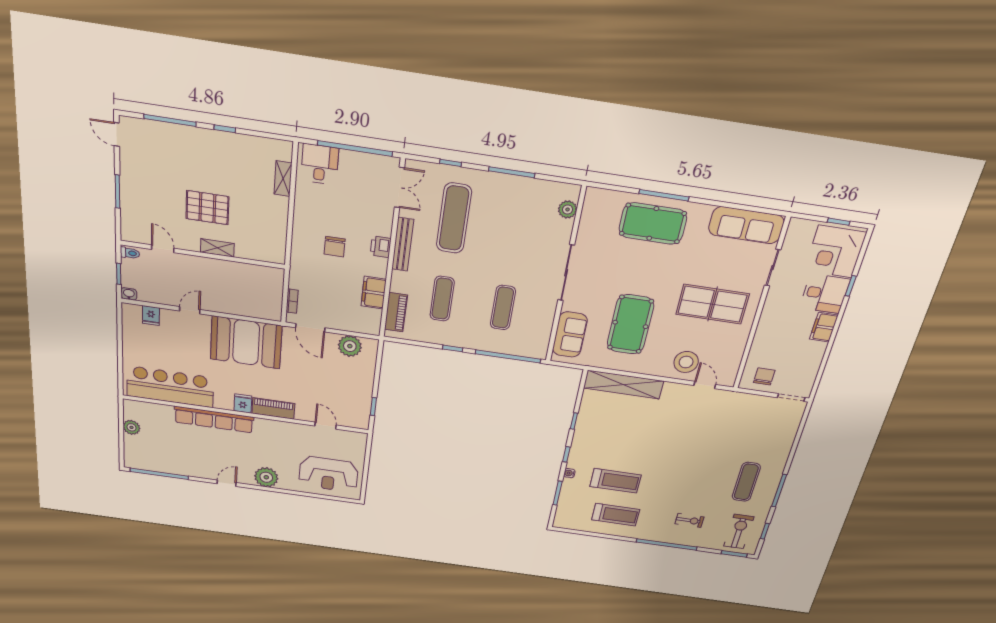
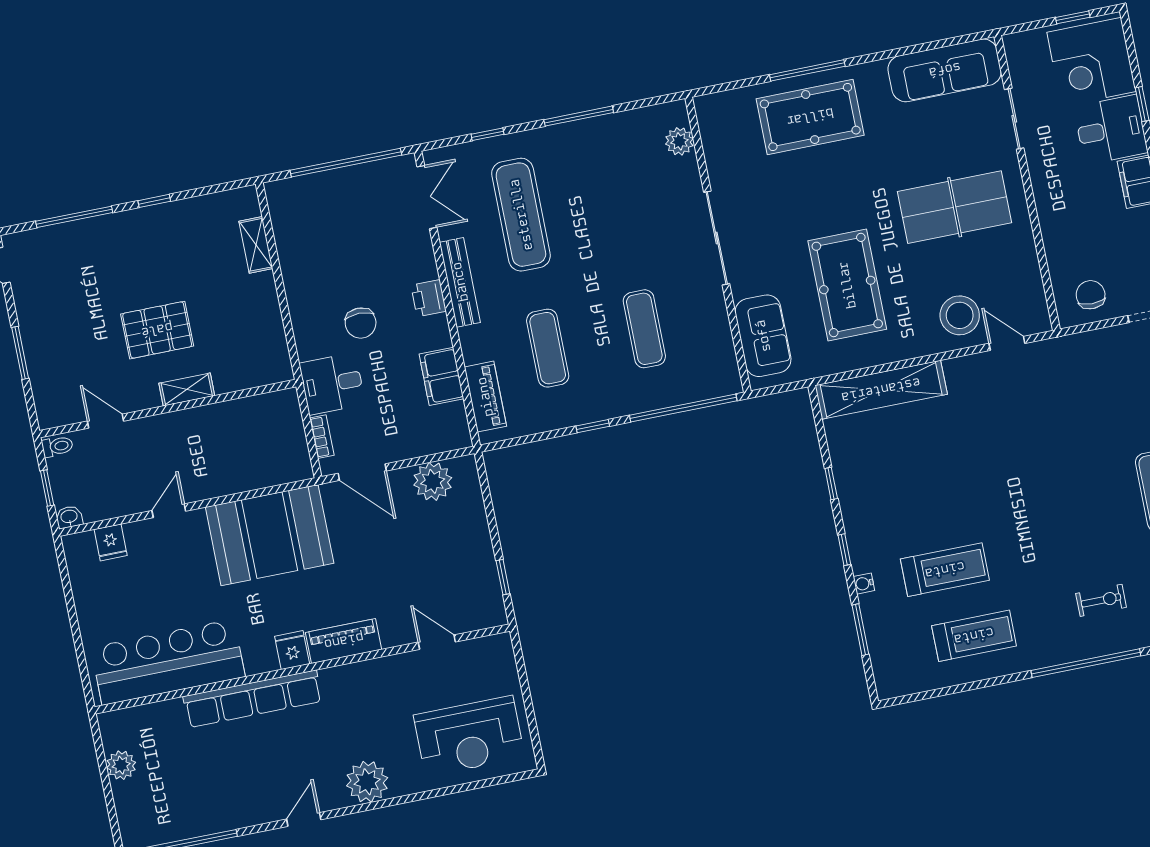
desk: (320, 164) -> (332, 384), moved, turned -90

